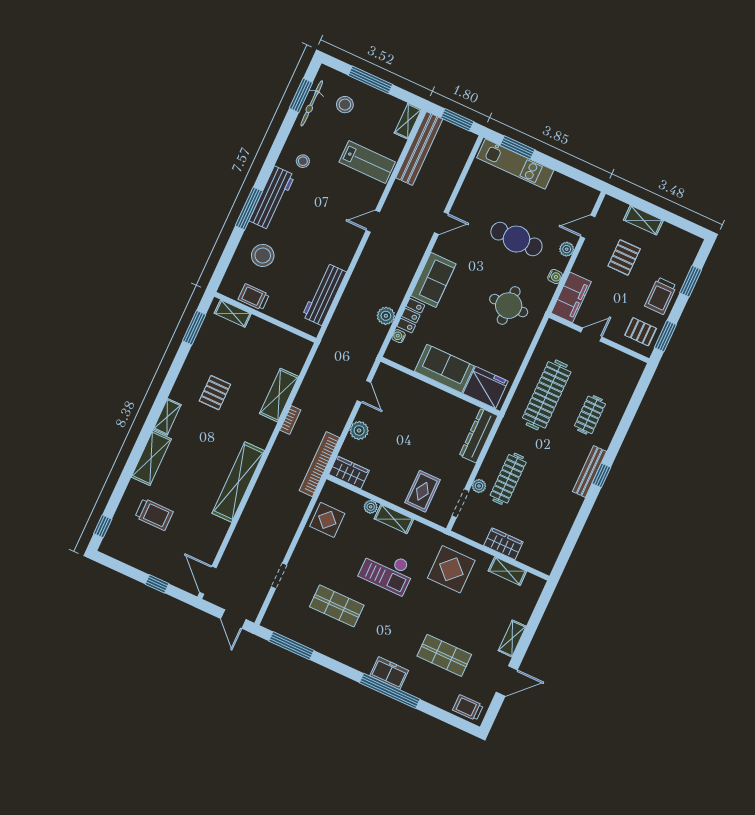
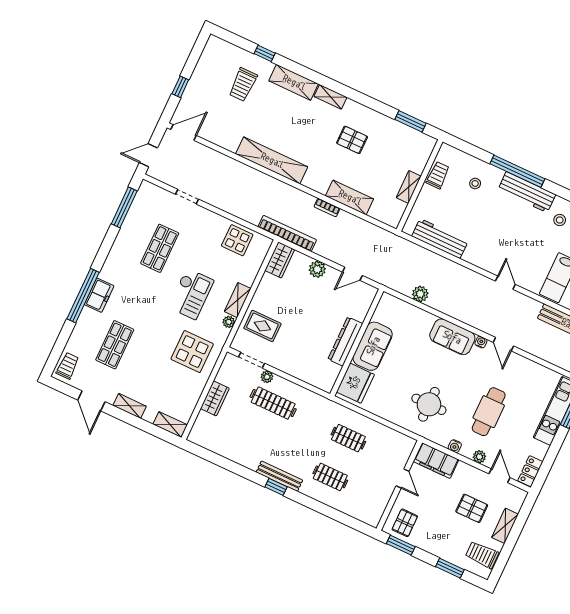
window: (249, 208) -> (517, 171), width x1.46
stool: (263, 255) -> (475, 183), width x0.53, depth x0.53
trolley: (661, 296) -> (482, 555), moved
shelving: (233, 314) -> (409, 187), moved
locker: (411, 316) -> (530, 471), moved, turned 90
water cooler: (399, 336) -> (481, 342), moved
clothes rail: (547, 395) -> (348, 438), width x0.54, depth x0.76
dresser: (479, 436) -> (345, 341), moved, turned -90
plant: (371, 507) -> (229, 322), moved
window: (103, 526) -> (265, 53), moved
checkout: (387, 571) -> (191, 294), turned 180
shelving: (507, 571) -> (170, 425), moved, turned 90

